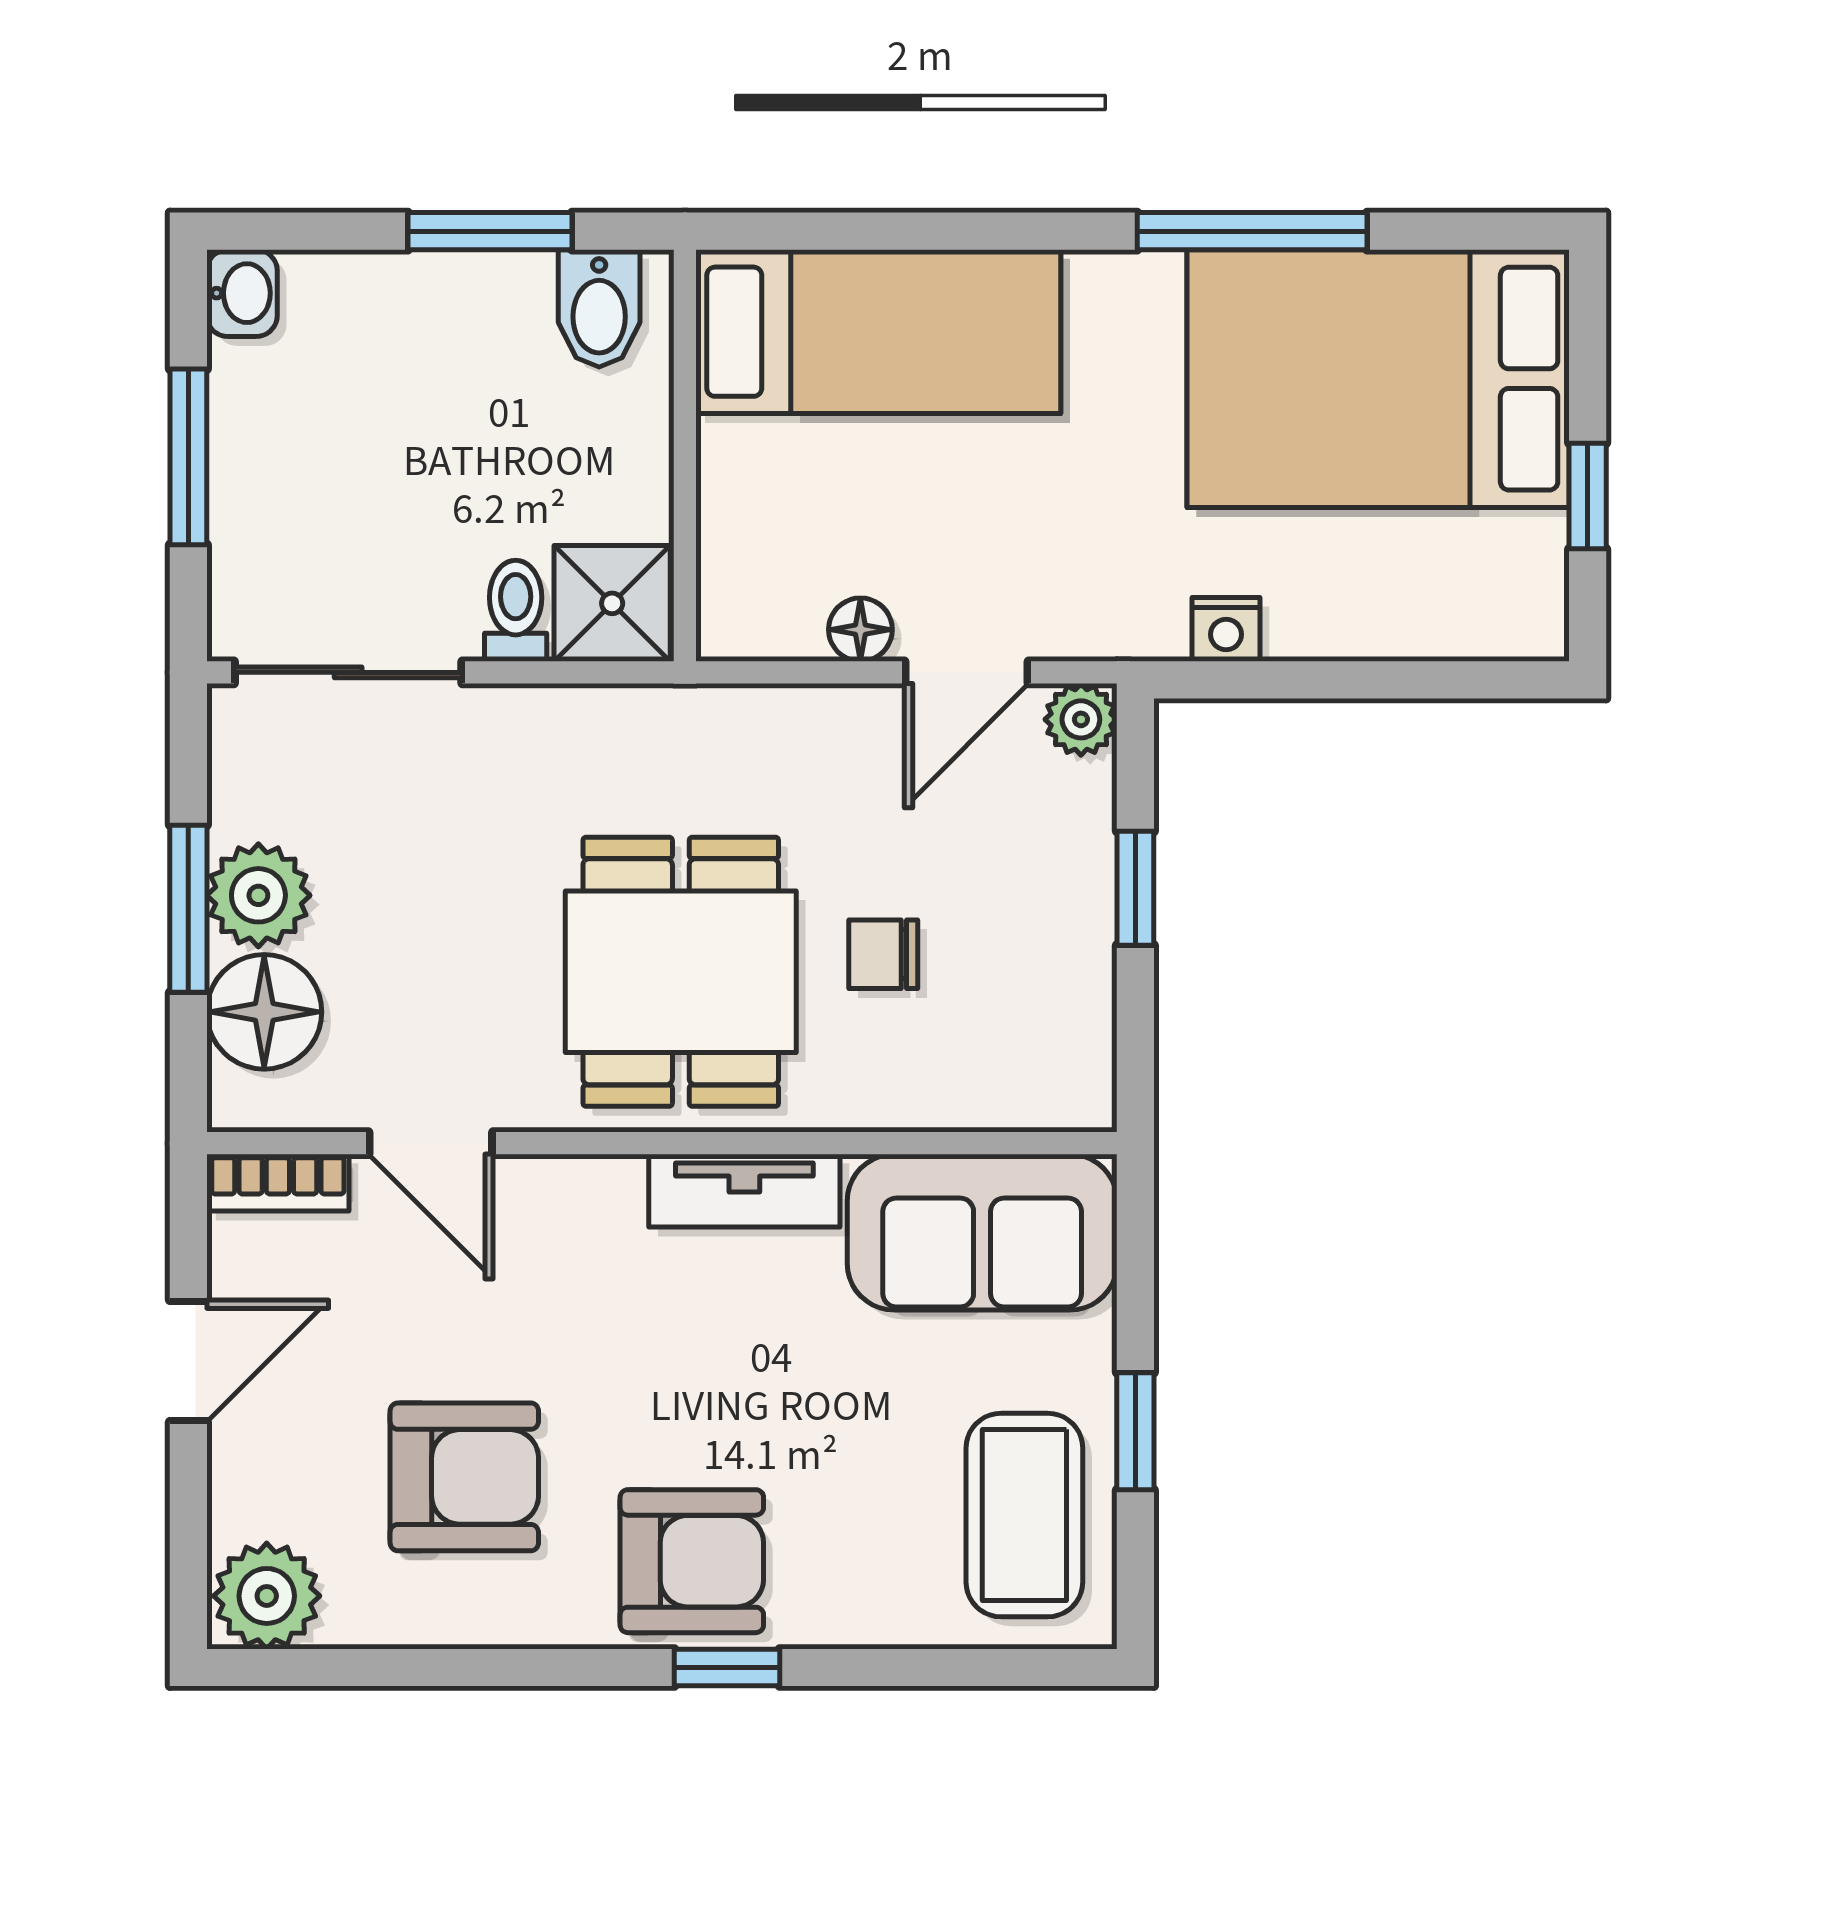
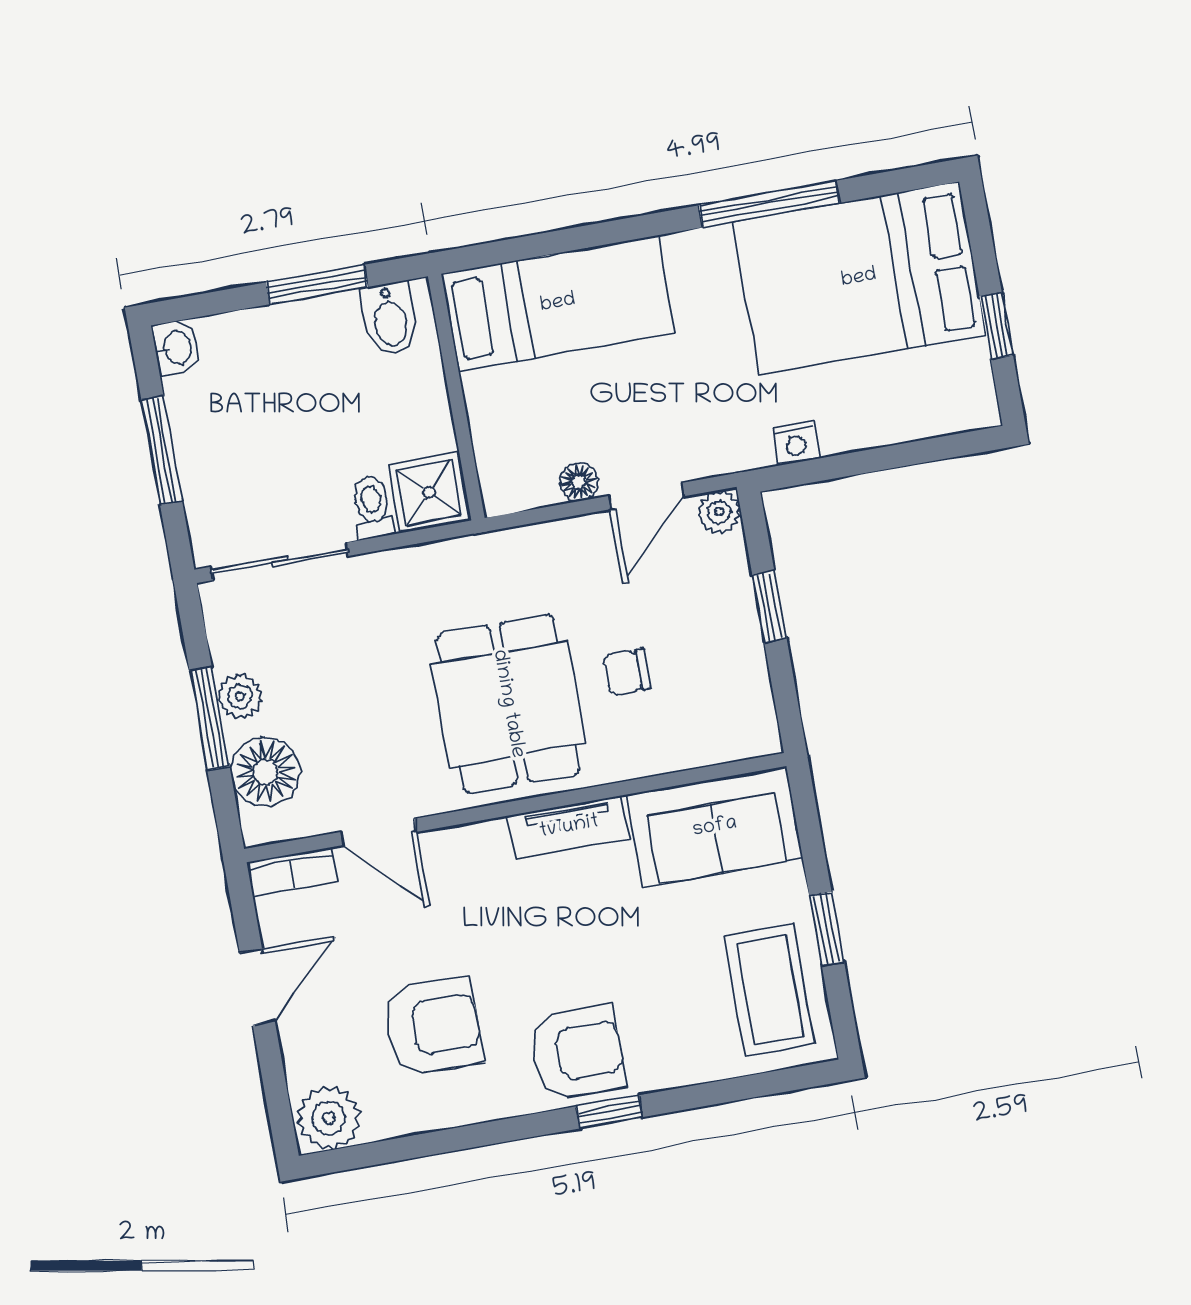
plant: (258, 895) -> (240, 696), width x0.73, depth x0.73

